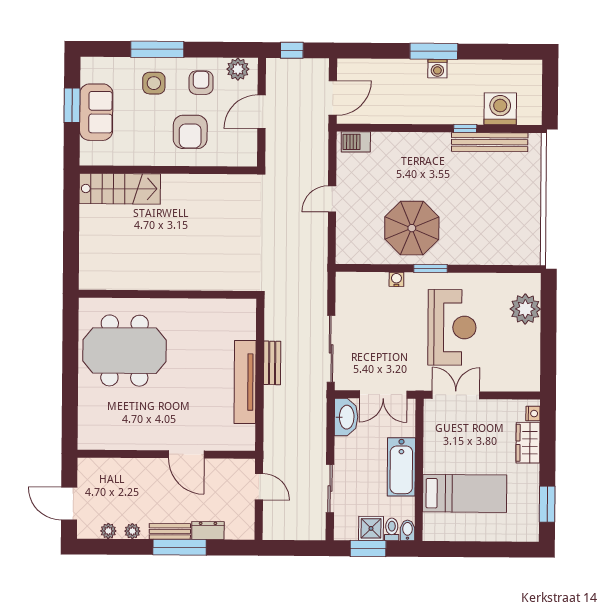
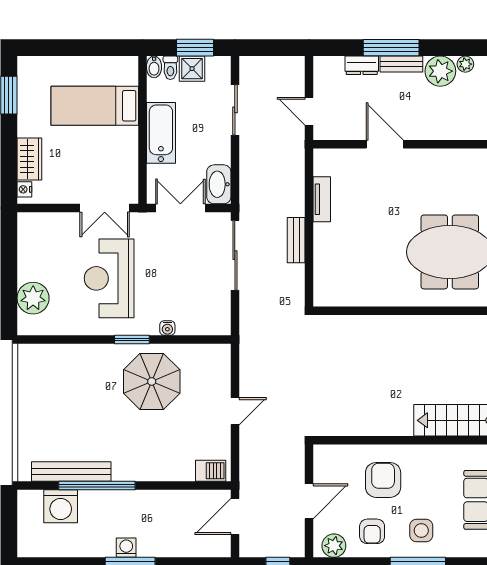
window: (465, 128) -> (97, 486), width x3.17
tv unit: (245, 382) -> (322, 199), width x0.52, depth x0.78
plant: (132, 531) -> (440, 71), width x1.87, depth x1.87

